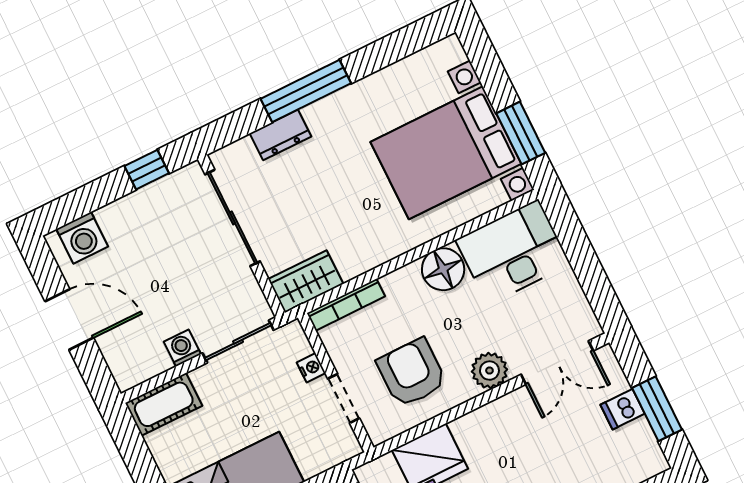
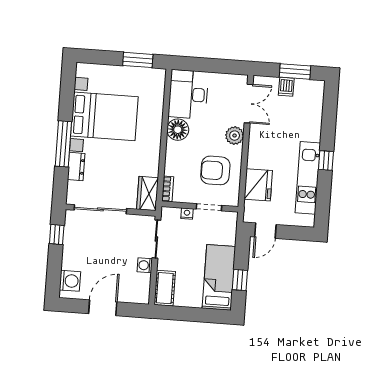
bed with nightstands: (446, 153) -> (104, 116), moved, turned -90
bookcase: (346, 305) -> (168, 189), width x0.64

